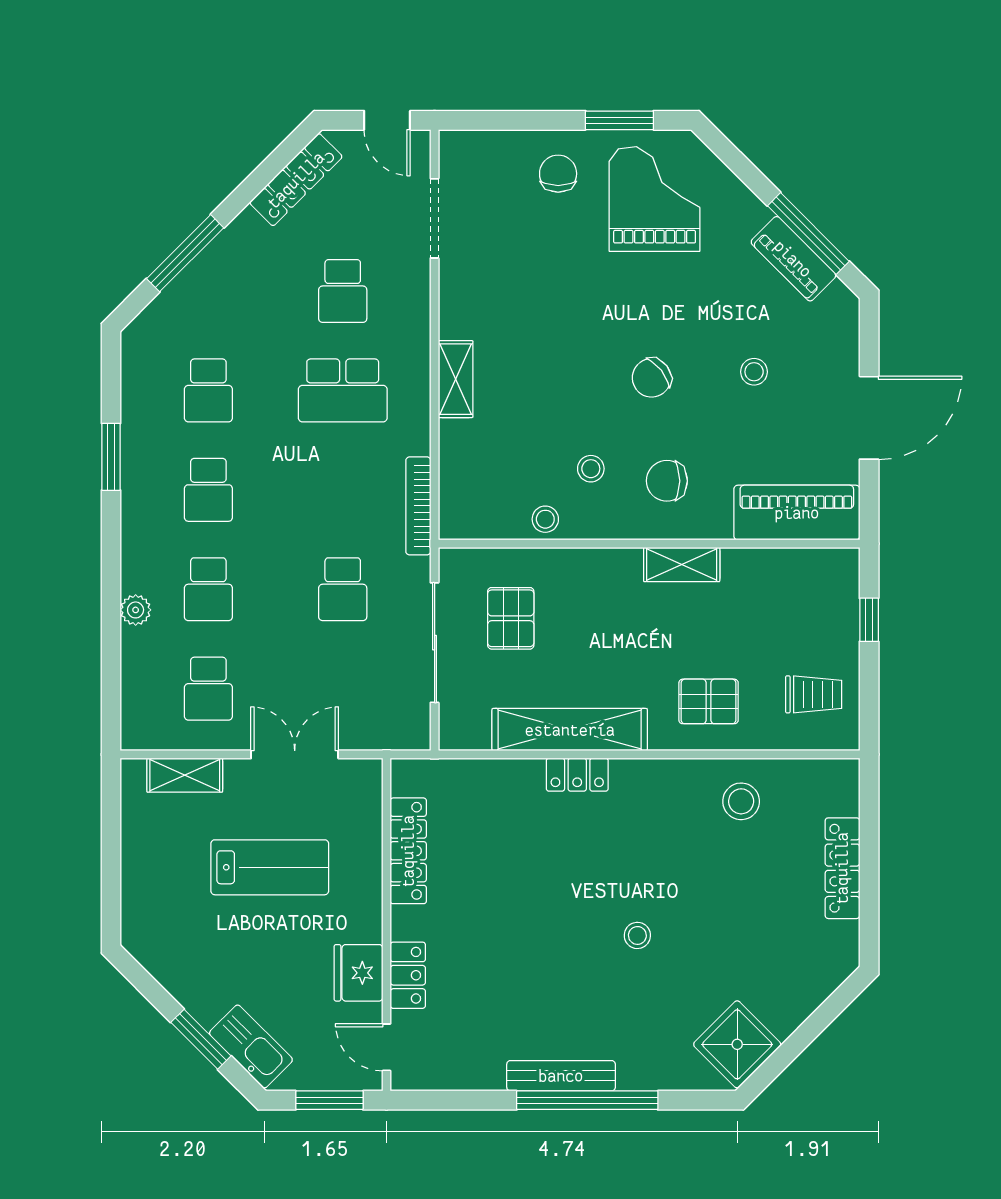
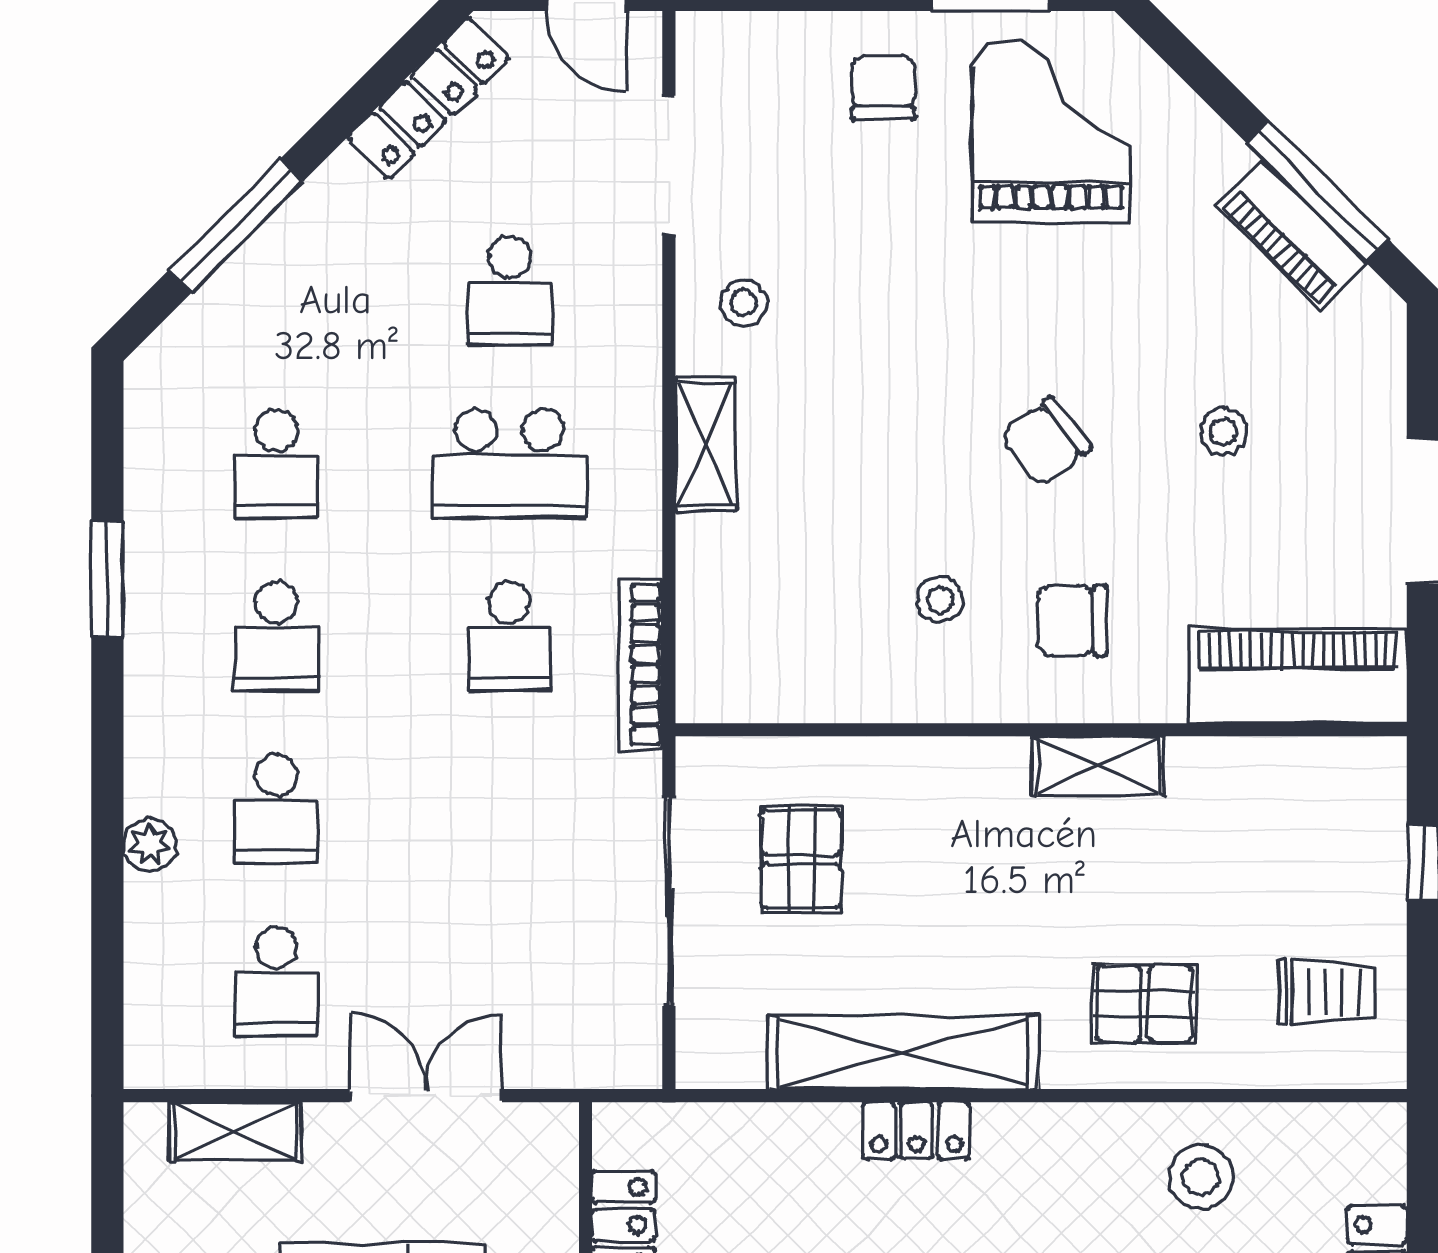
stool: (545, 519) -> (744, 303), moved
school desk: (343, 589) -> (510, 636), moved

